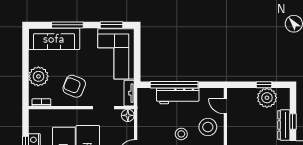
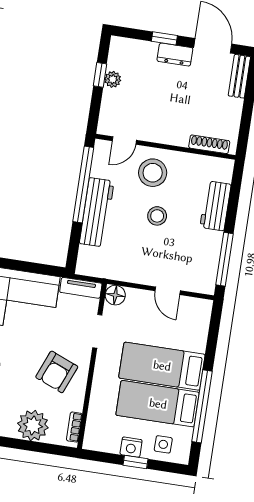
window: (174, 85) -> (83, 185), moved
plant: (267, 98) -> (113, 79), width x0.53, depth x0.53
dresser: (284, 125) -> (175, 54), width x0.70

